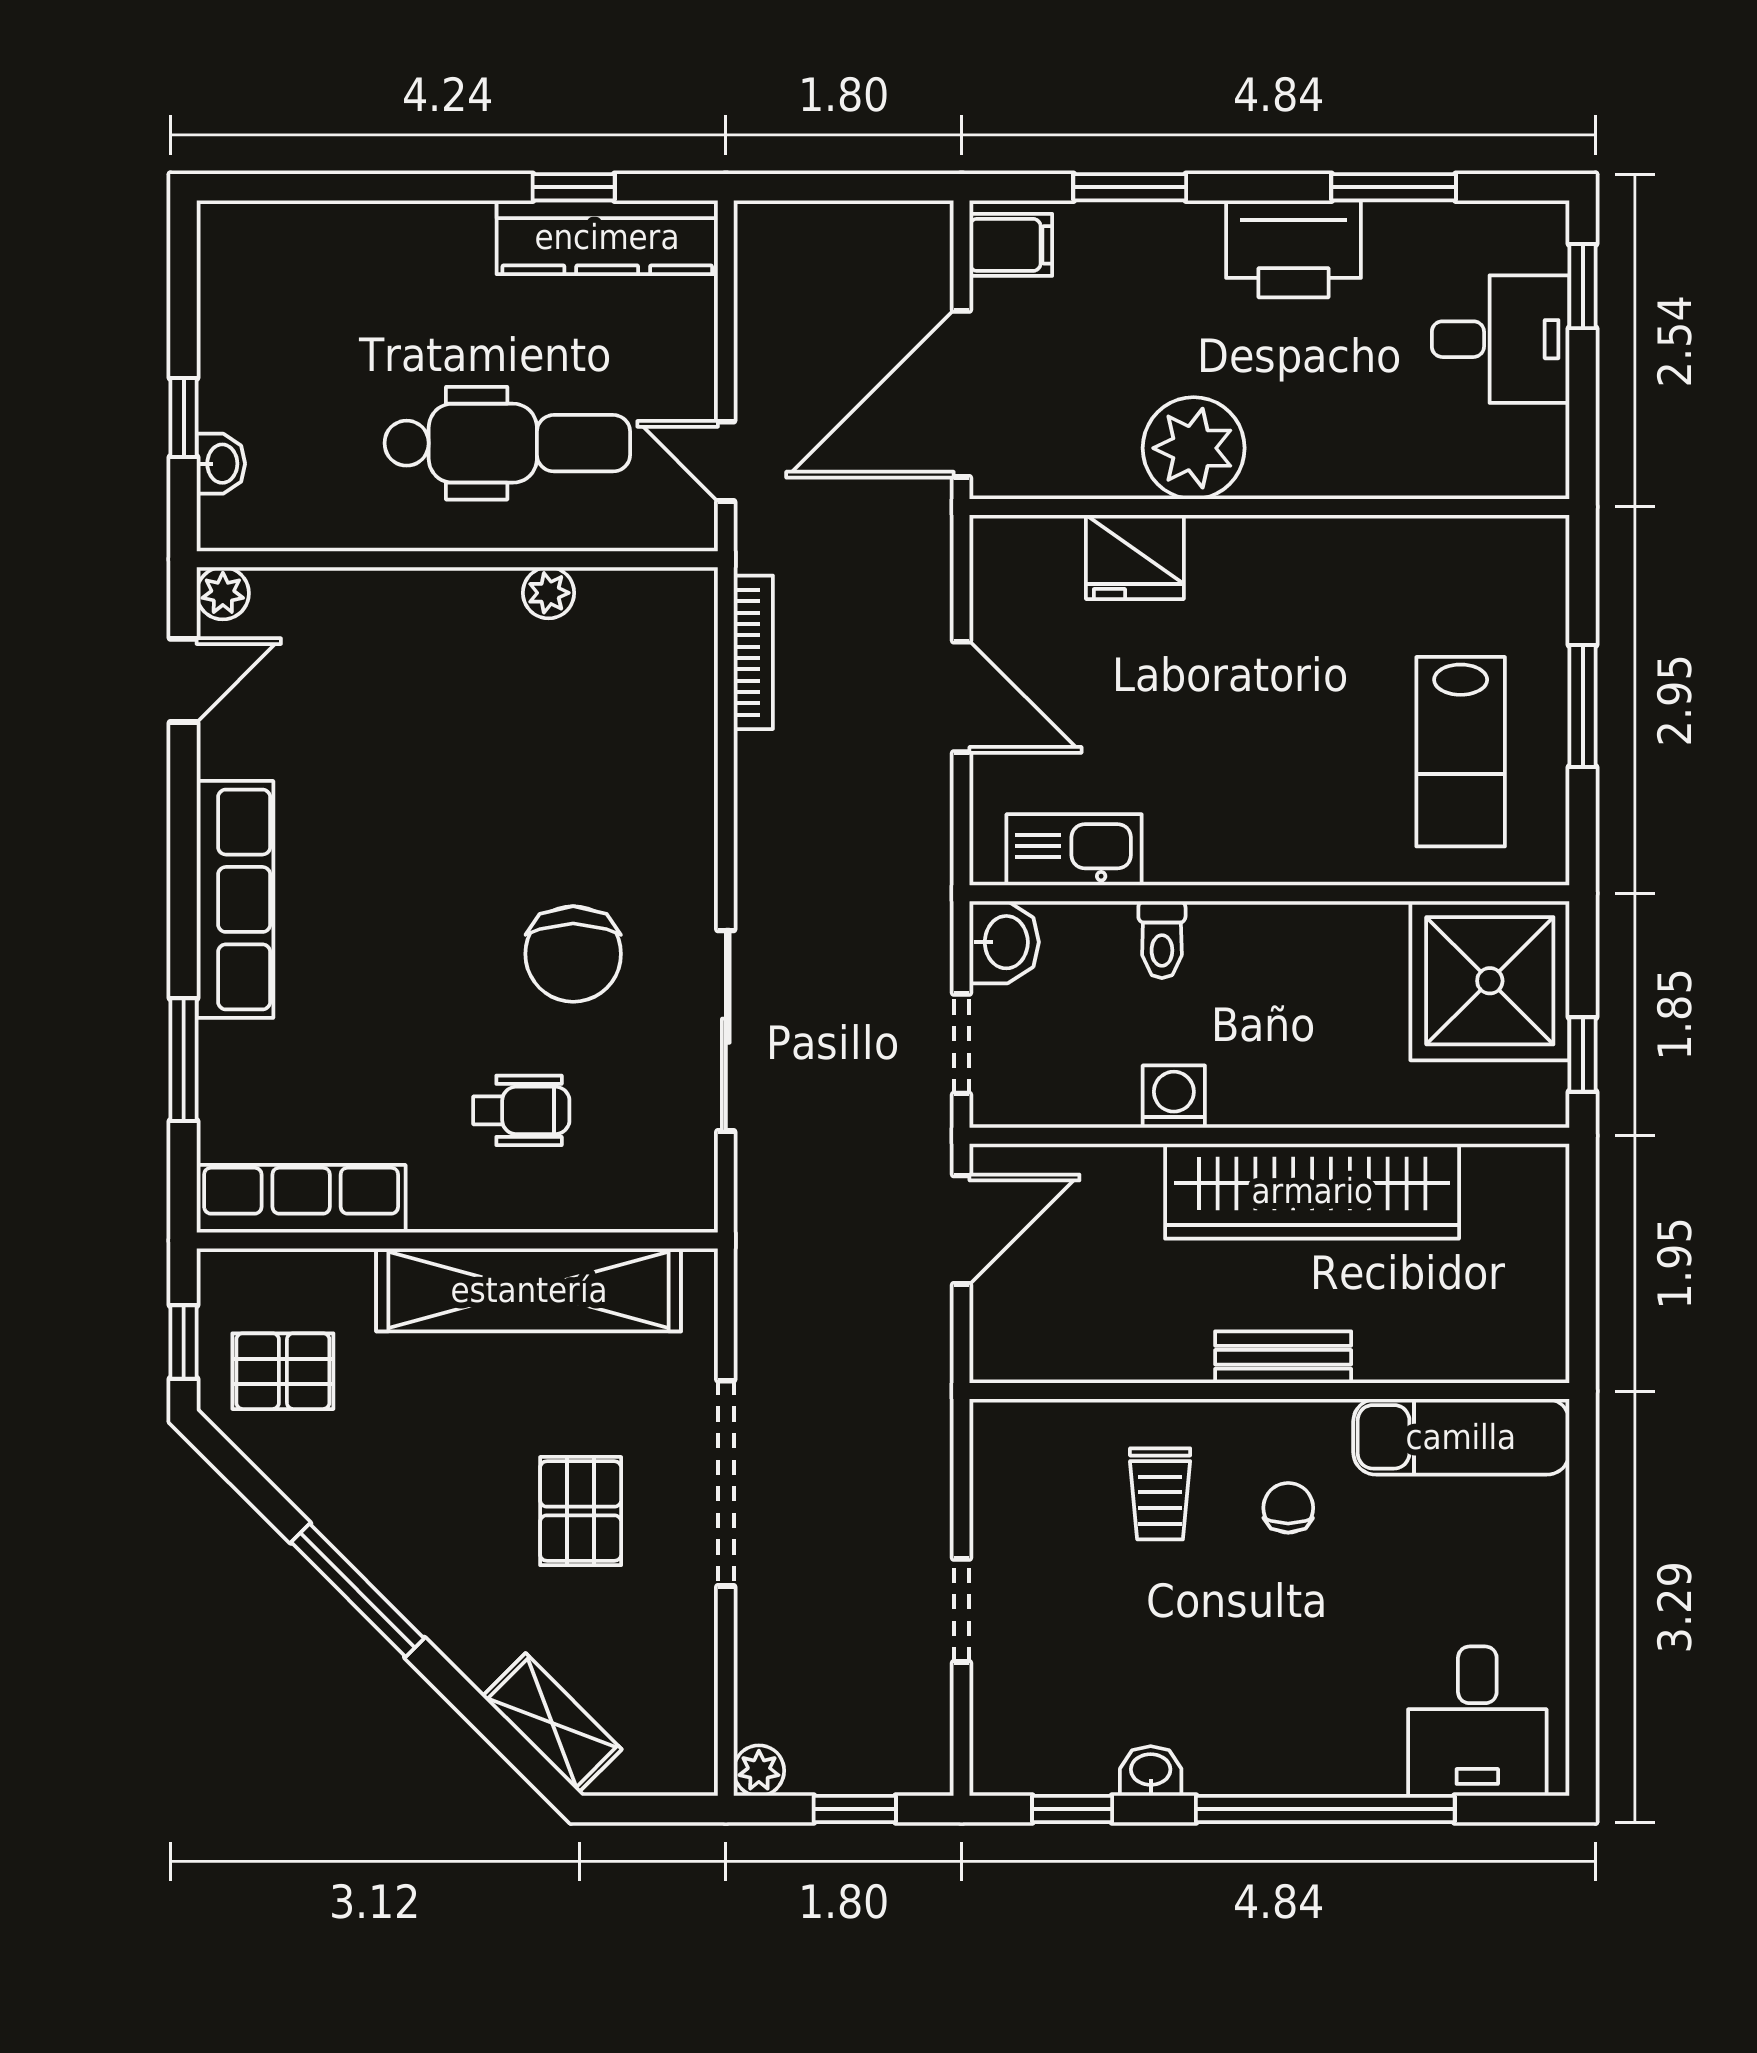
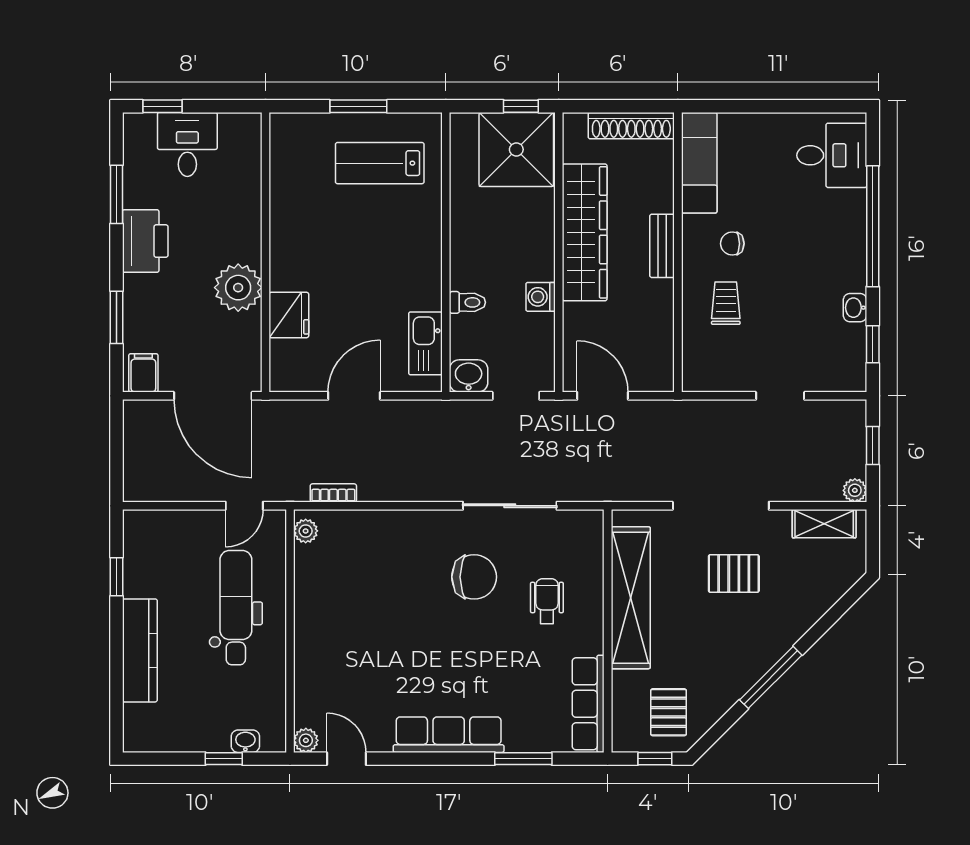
kitchen counter: (607, 237) -> (140, 650), moved
plant: (549, 593) -> (306, 531), moved
bookcase: (753, 652) -> (333, 493), width x0.64
lab bench: (1461, 752) -> (380, 163), turned 180
shower: (1490, 981) -> (516, 149), moved
shoe rack: (1541, 1291) -> (631, 126), added
trolley: (1160, 1494) -> (726, 303), turned -90
shelving: (552, 1723) -> (824, 524), moved, turned 45

